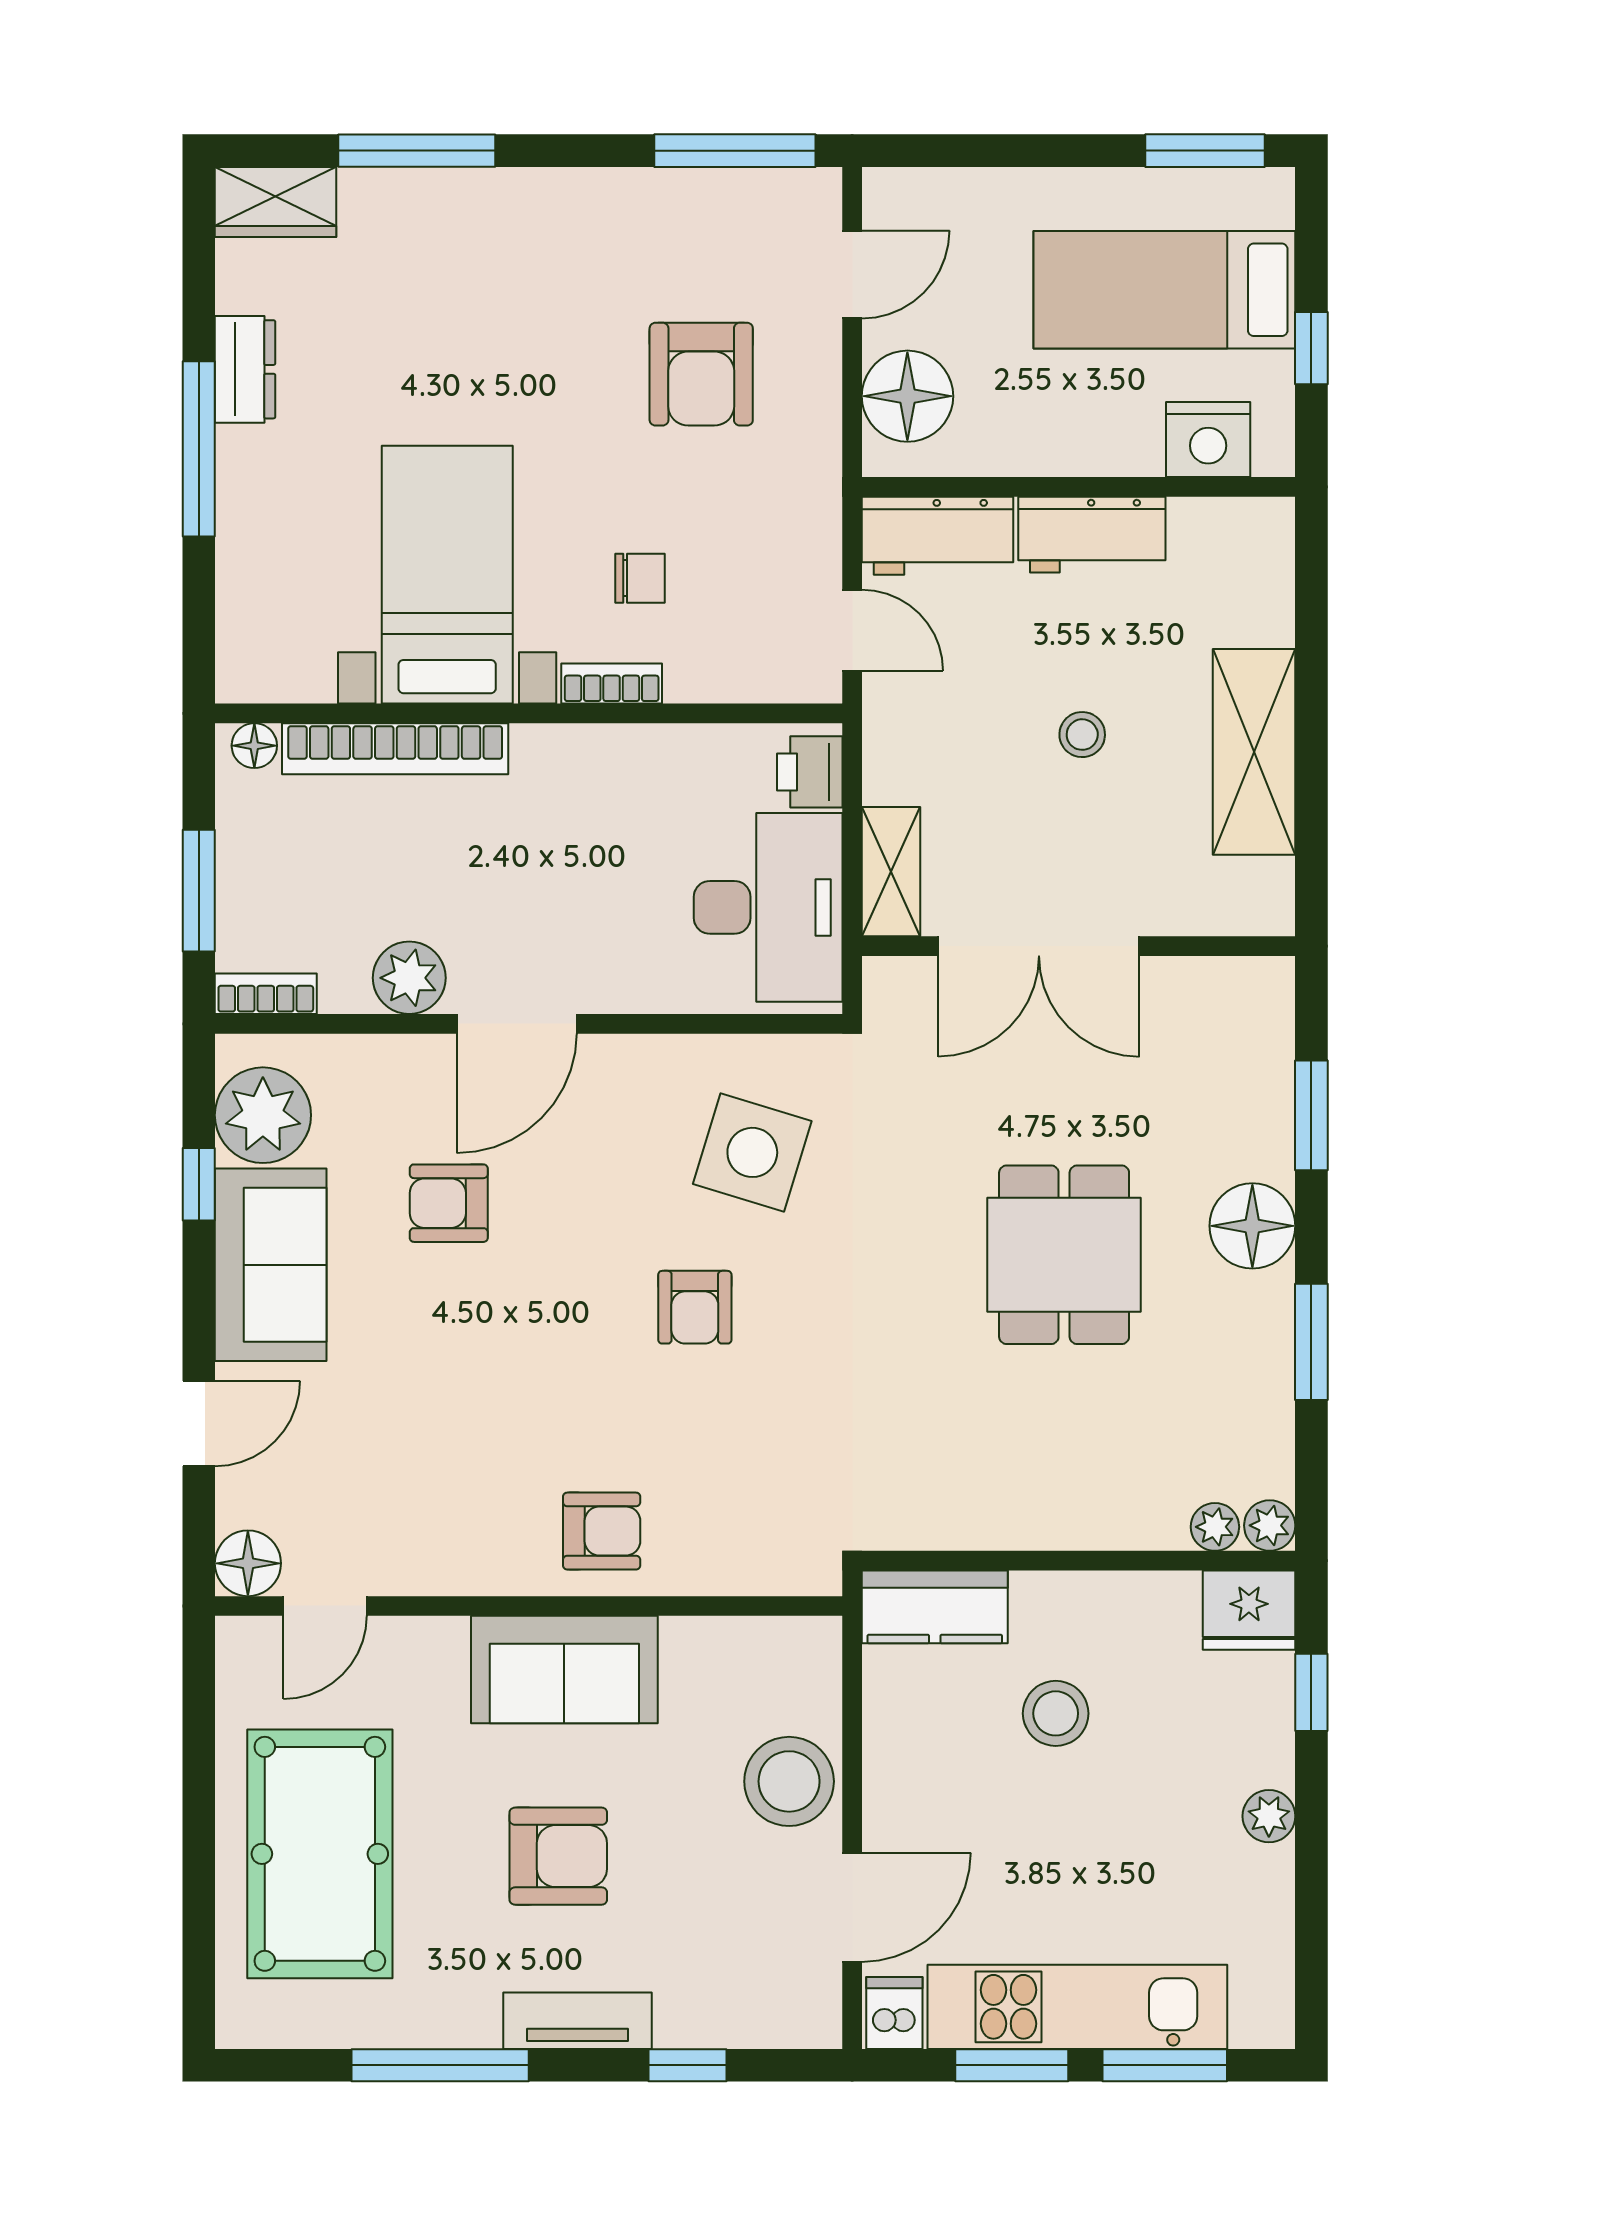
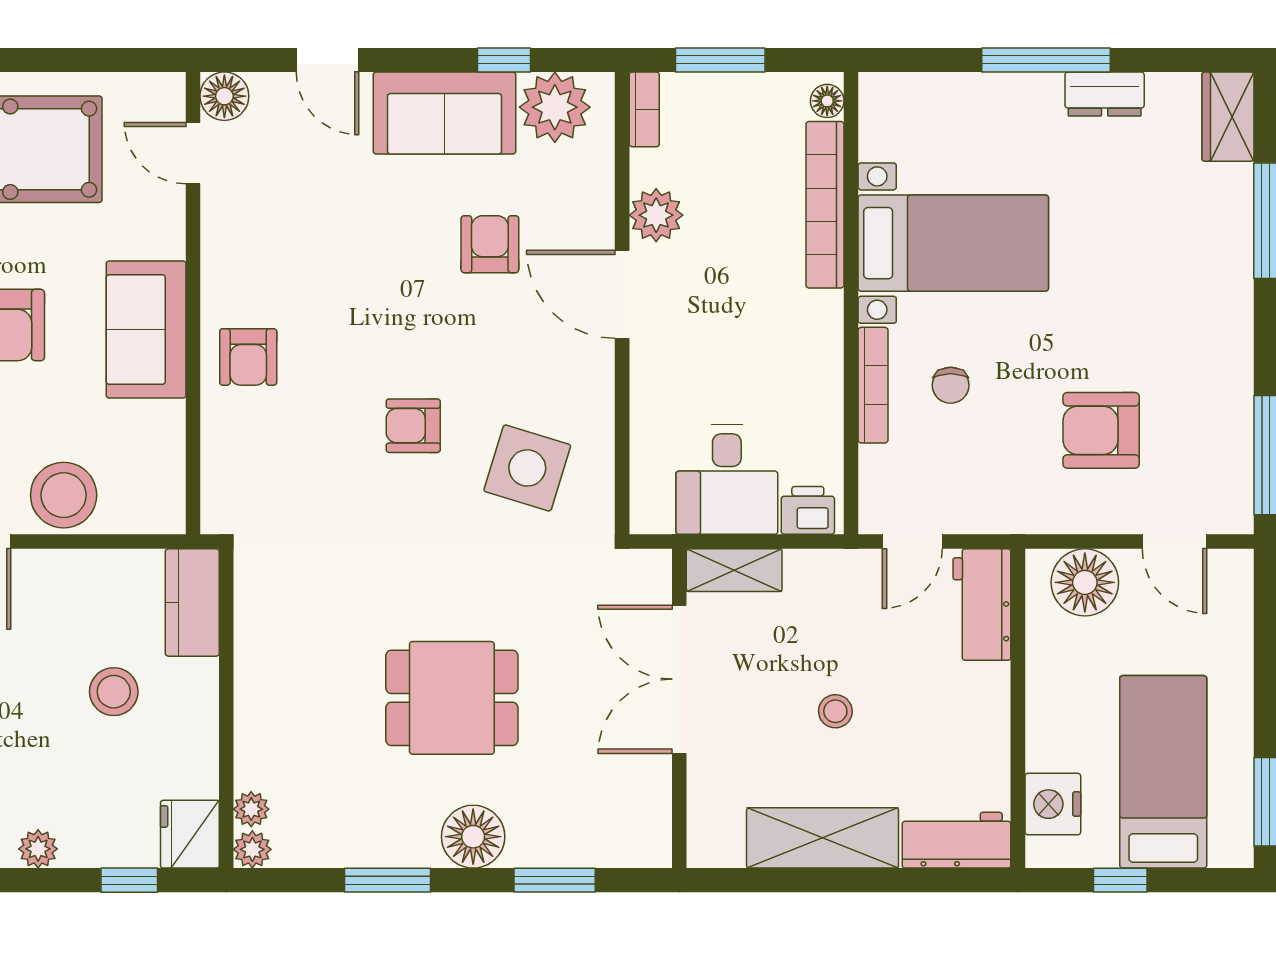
workbench: (1092, 535) -> (957, 840), moved, turned 90
bookcase: (612, 684) -> (873, 385), width x1.56
desk: (768, 907) -> (727, 480), width x0.73

